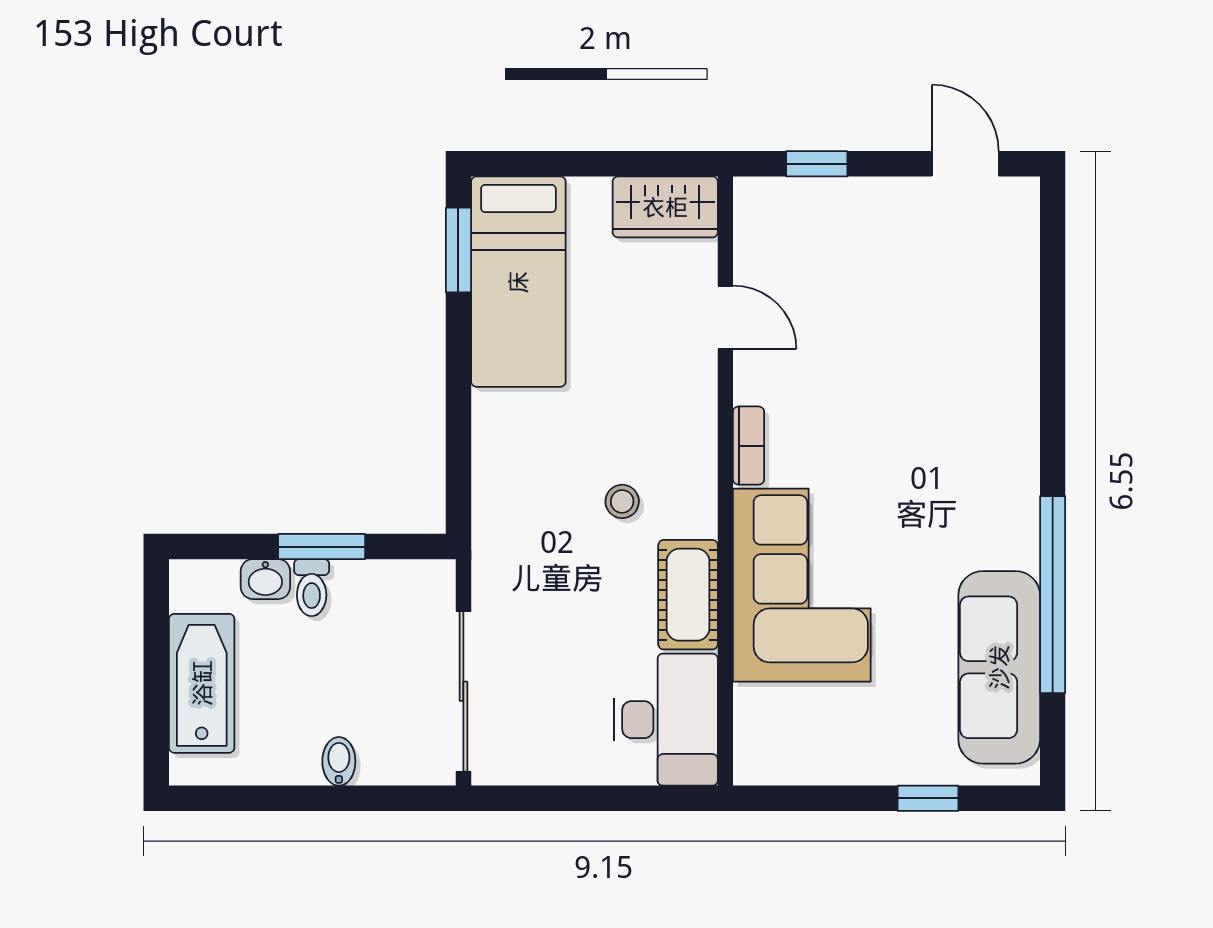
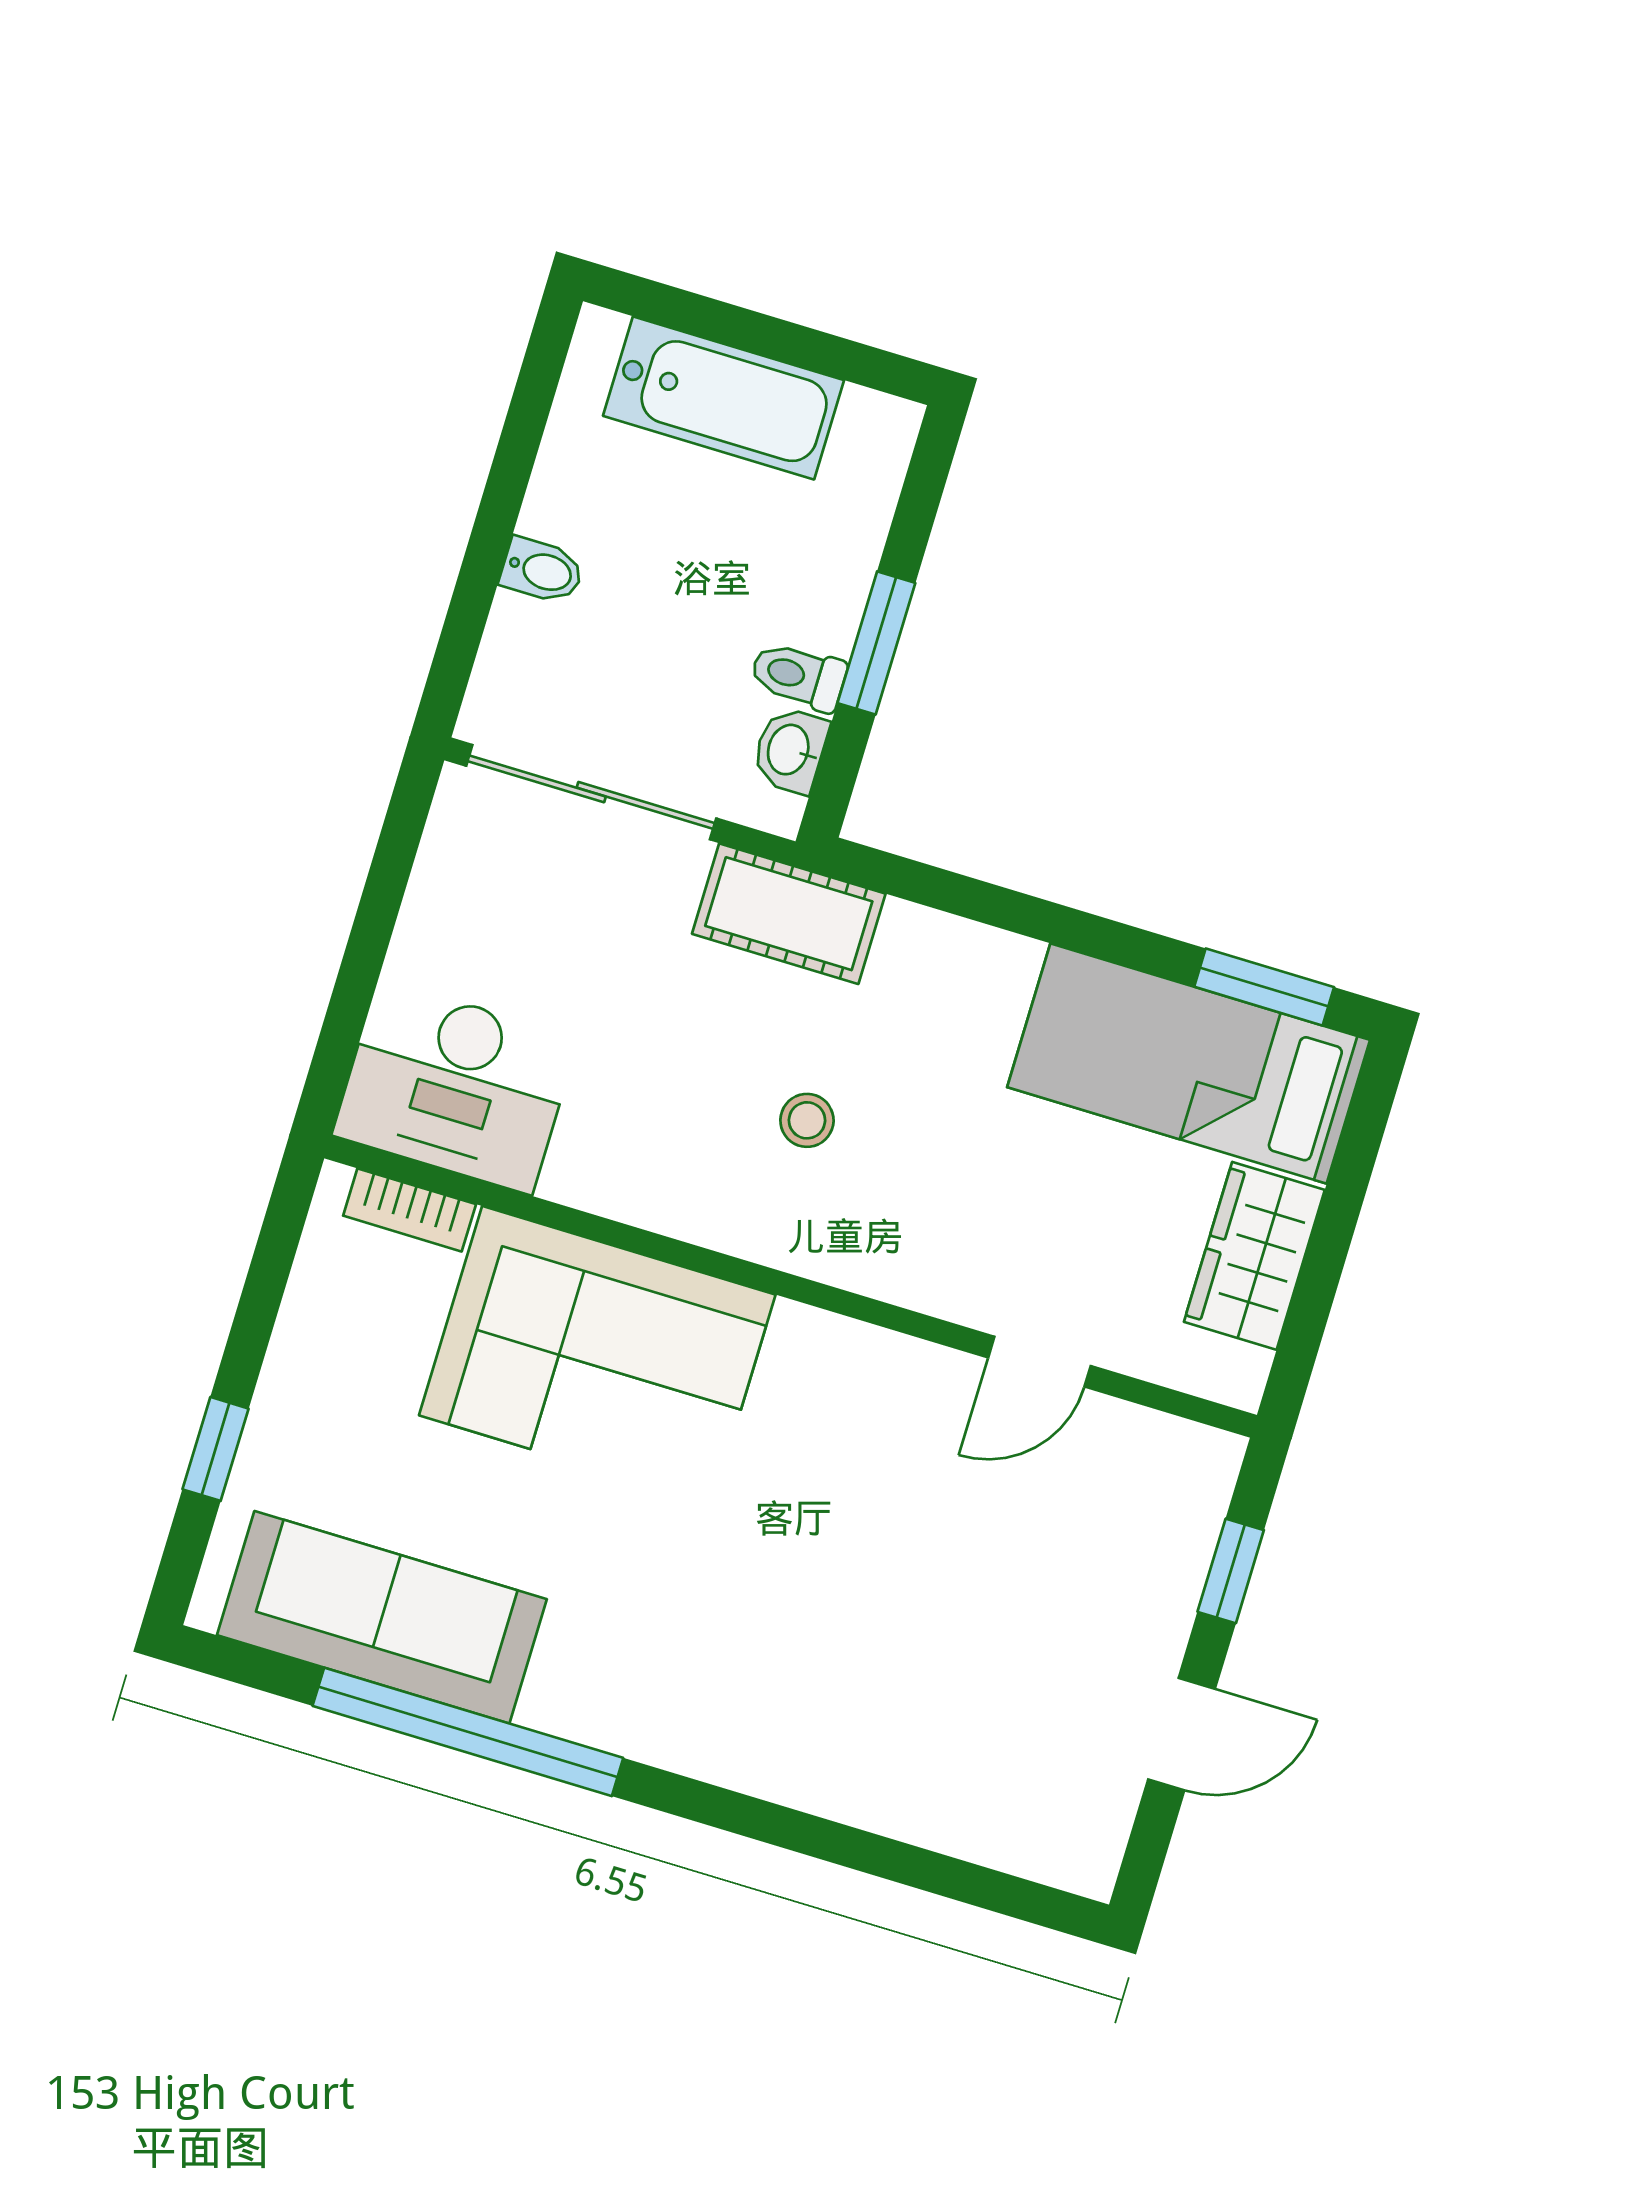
door: (965, 164) -> (1181, 1734), moved
wardrobe: (665, 207) -> (1254, 1256), moved
bookcase: (749, 446) -> (410, 1210), moved
washbasin: (265, 579) -> (790, 750), moved
toilet: (312, 588) -> (798, 676), moved
cot: (688, 595) -> (789, 914), moved

